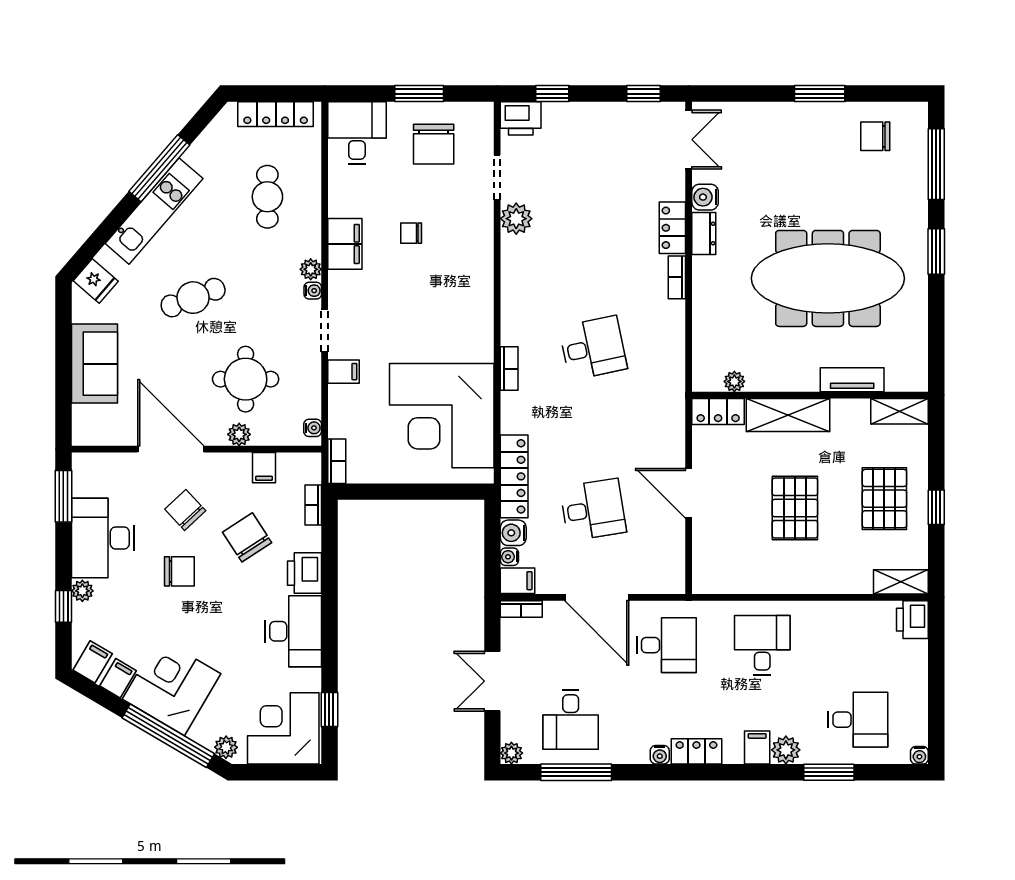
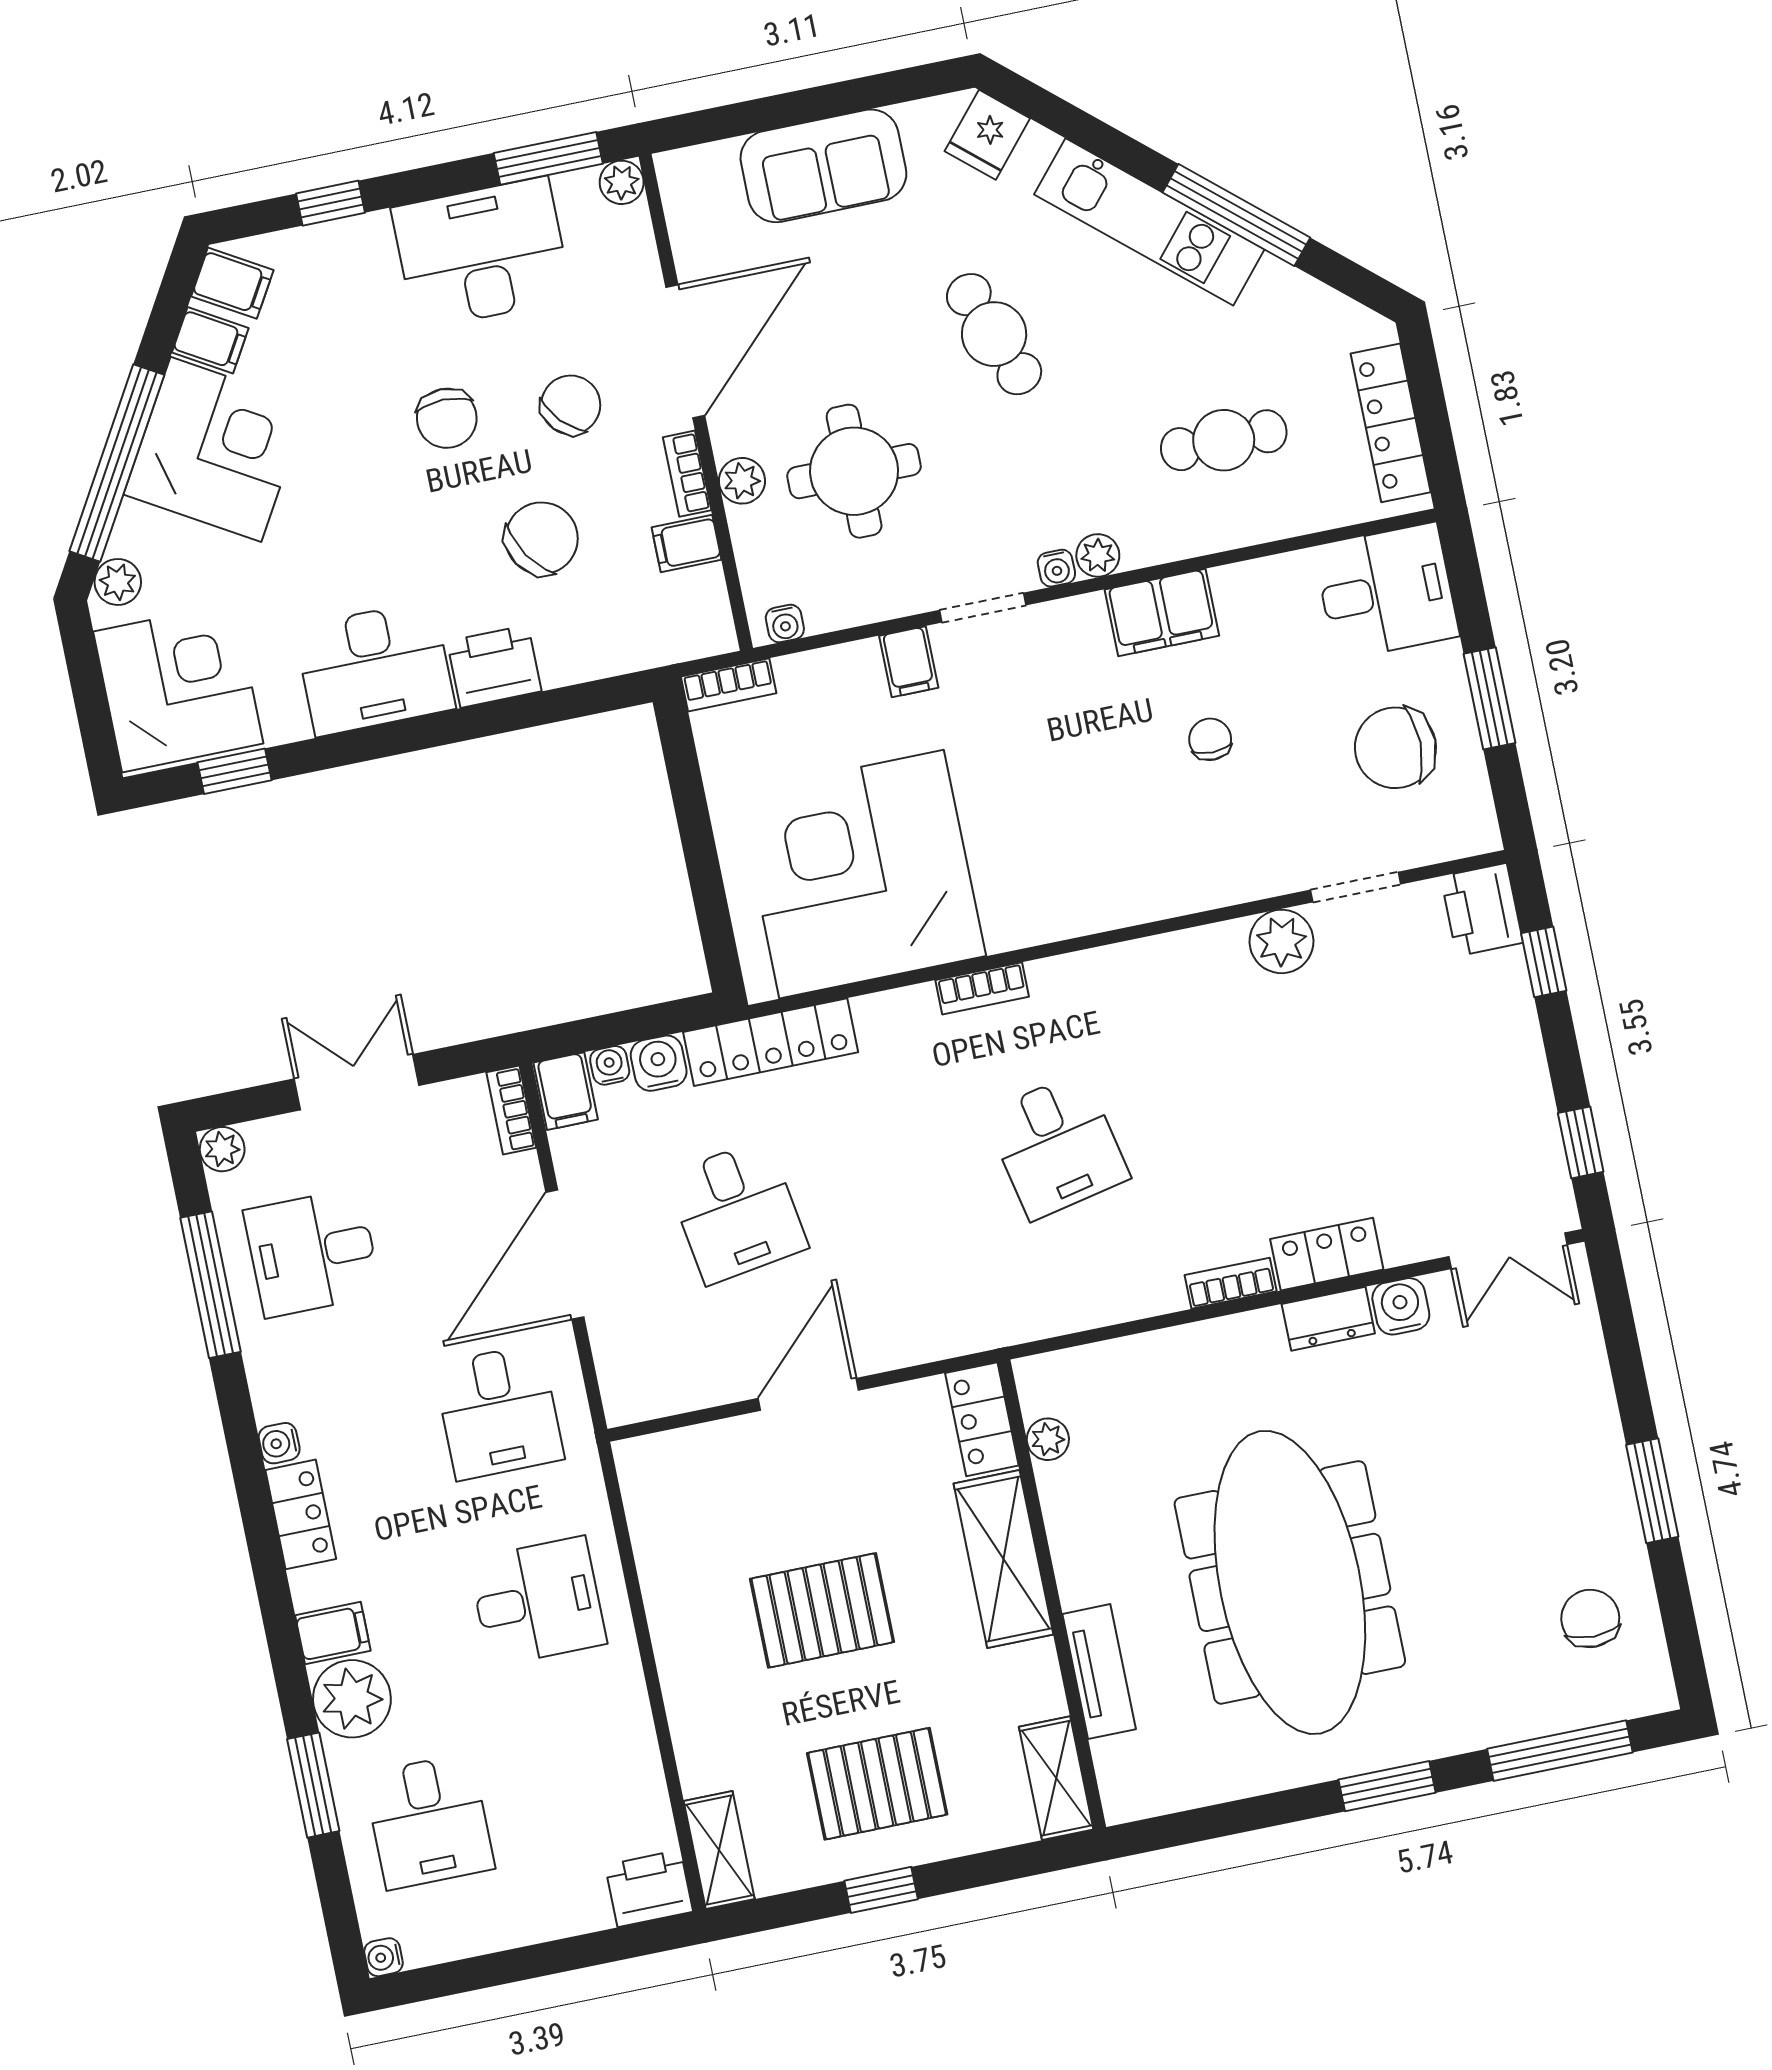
bookcase: (313, 505) -> (687, 474), moved, turned -90
plant: (82, 591) -> (622, 182), moved
plant: (786, 750) -> (352, 1699), width x1.36, depth x1.36

